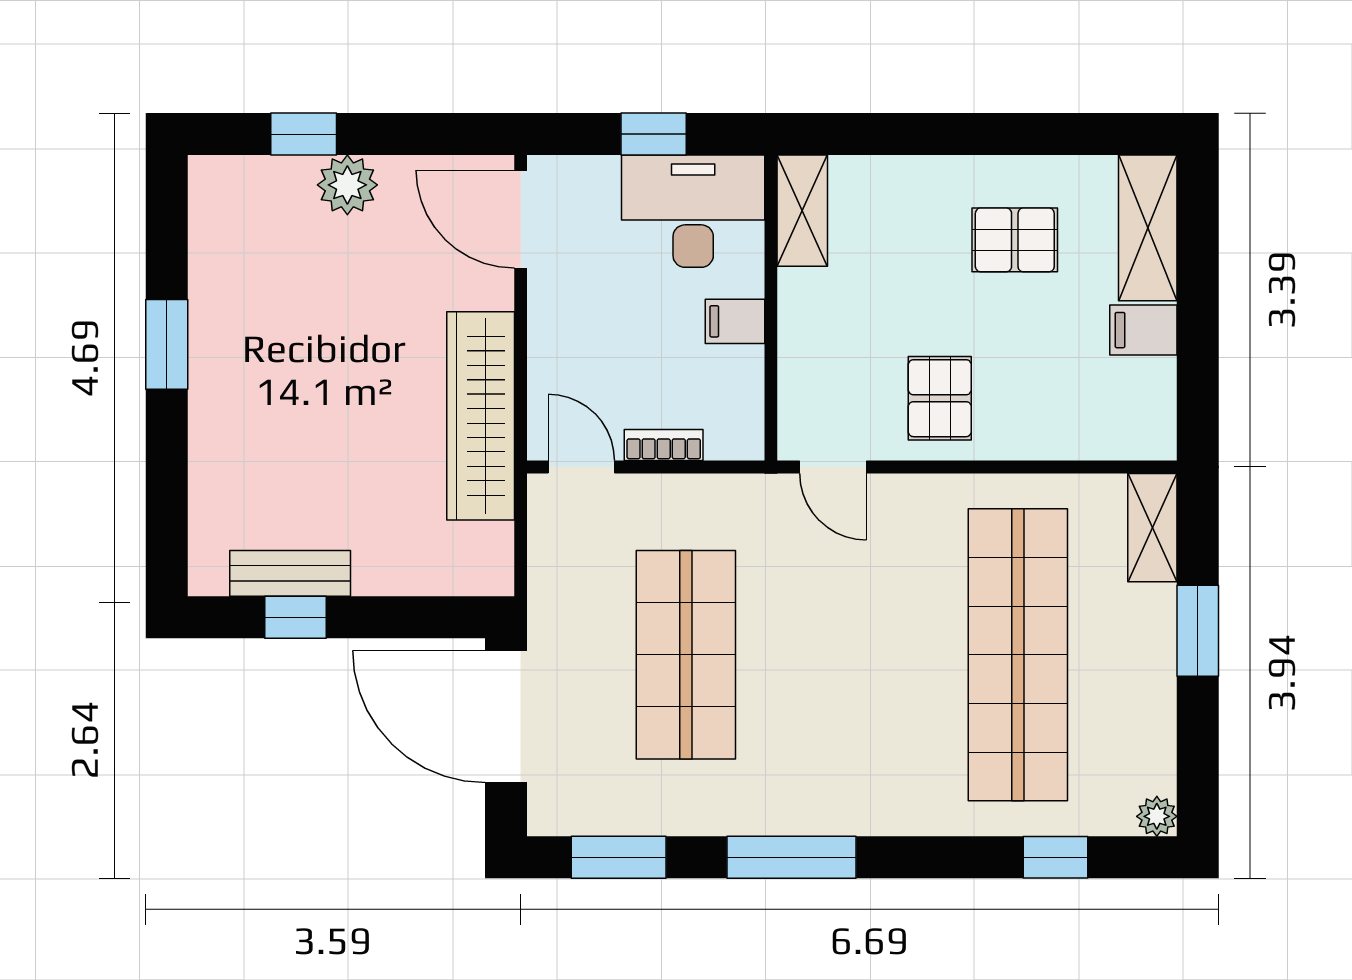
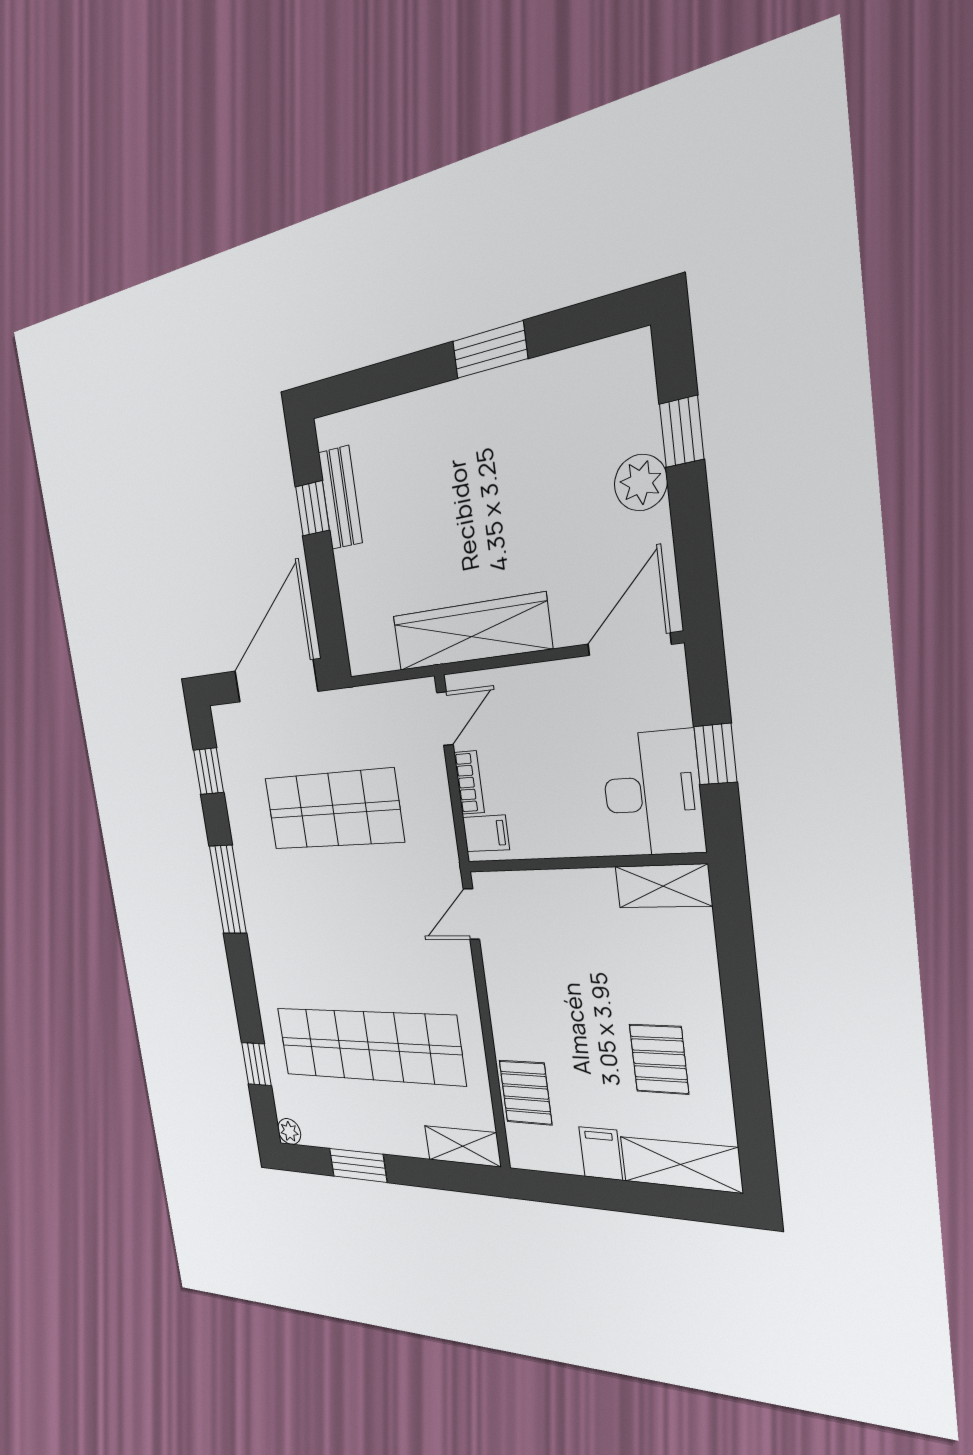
filing cabinet: (735, 321) -> (486, 833), moved, turned 90
pallet: (940, 398) -> (526, 1093), moved, turned 90
window: (1198, 631) -> (358, 1165), moved
window: (619, 857) -> (209, 771), width x0.67

